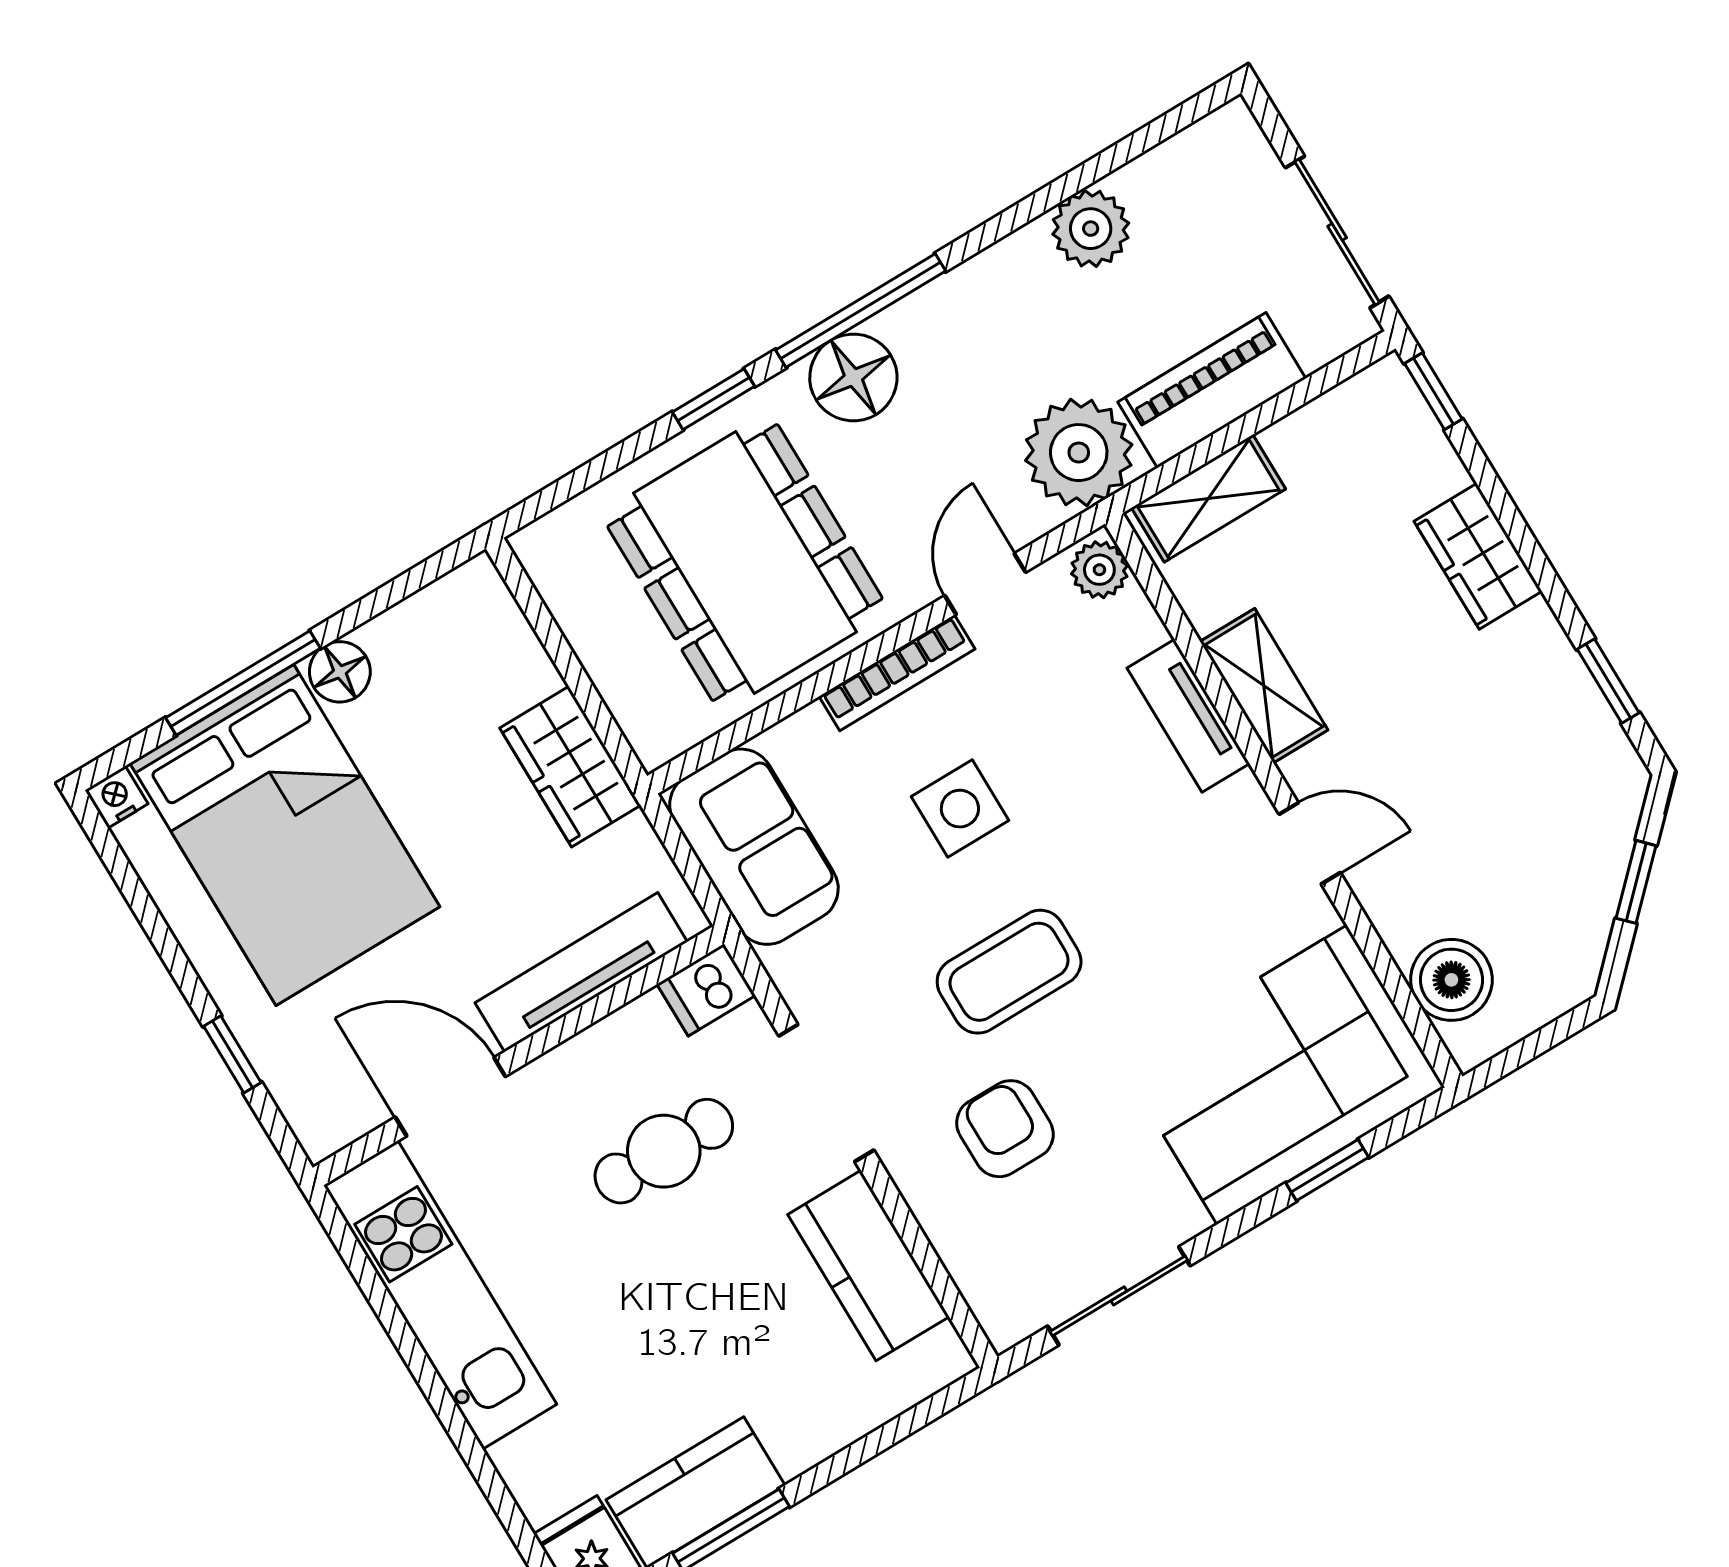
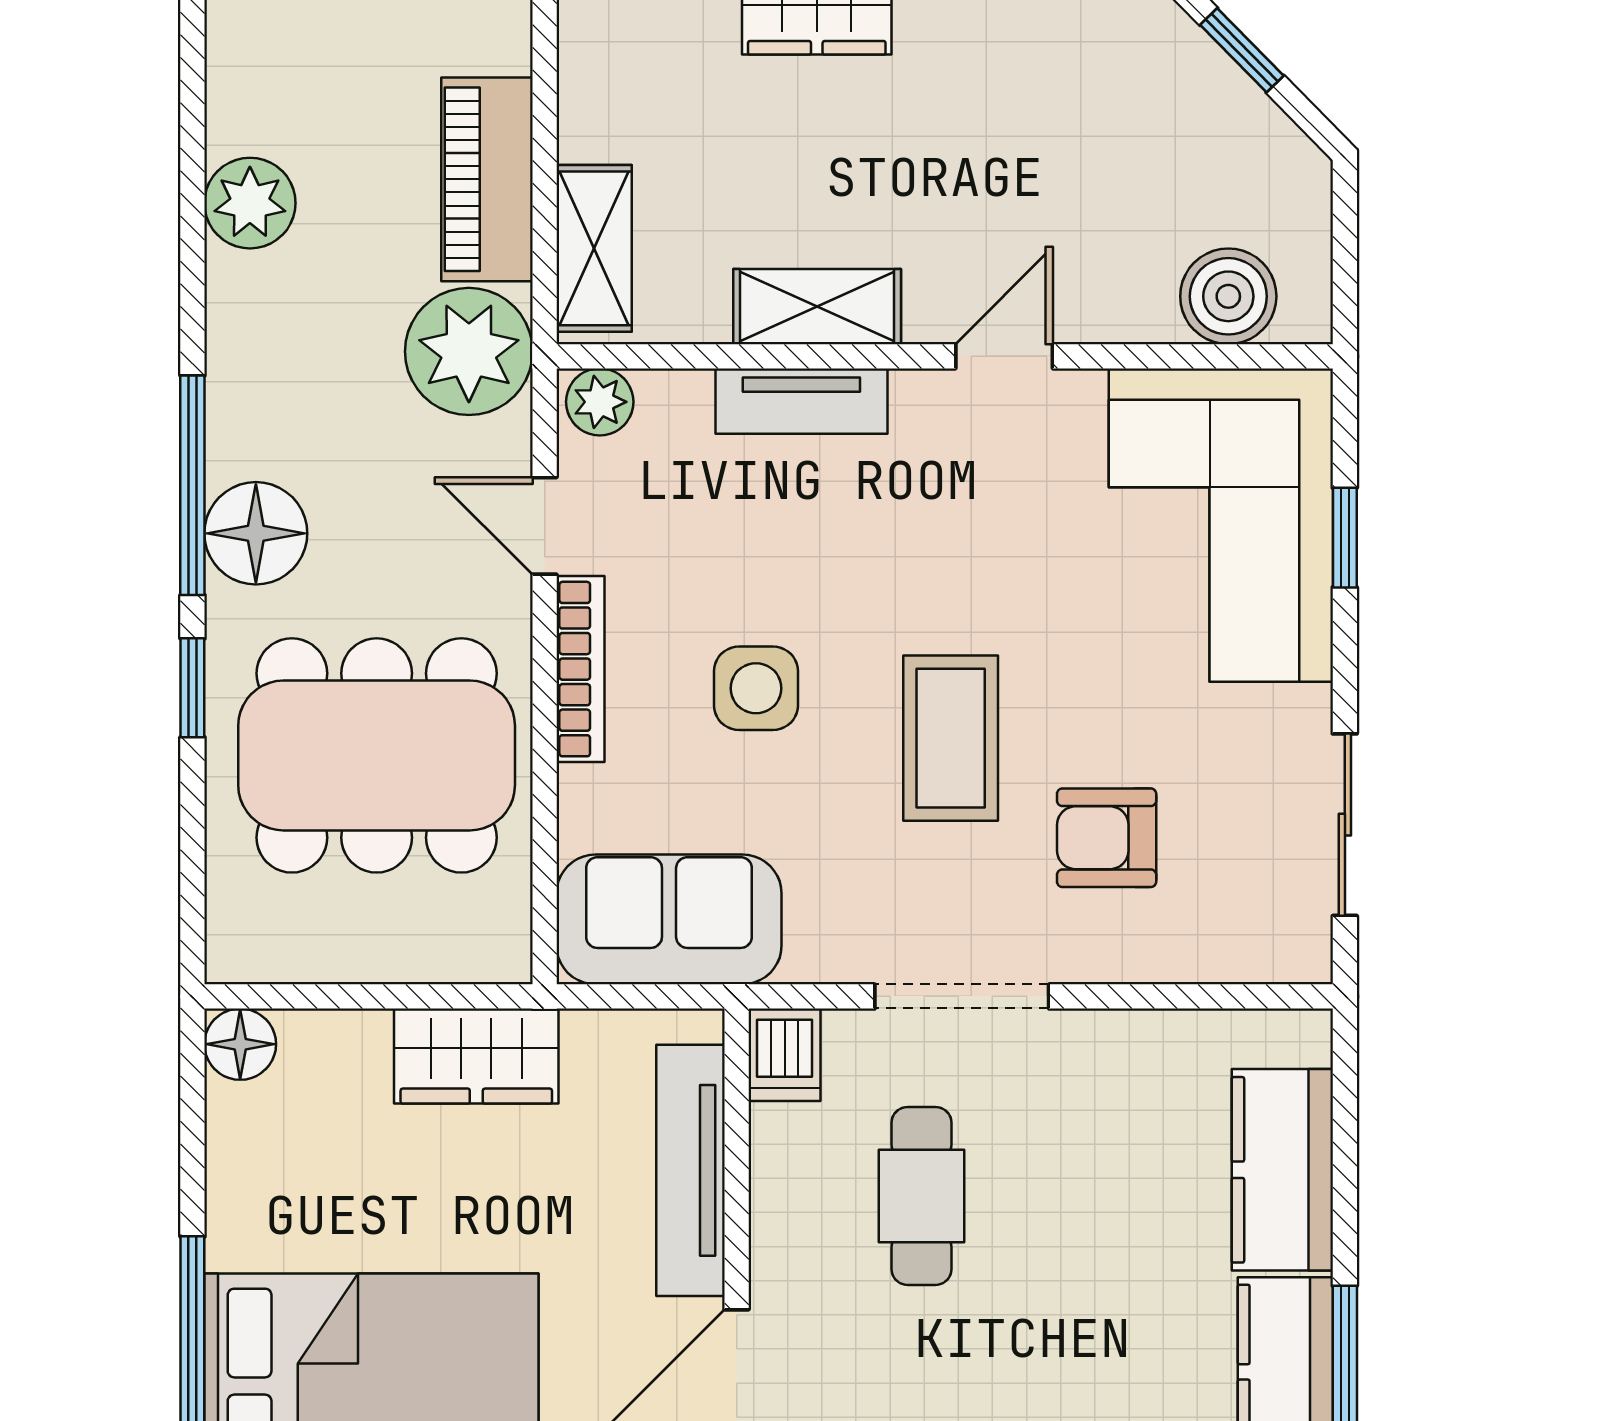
floor lamp: (340, 672) -> (240, 1044), moved
kitchen counter: (869, 1266) -> (1282, 1170), moved, turned 90

